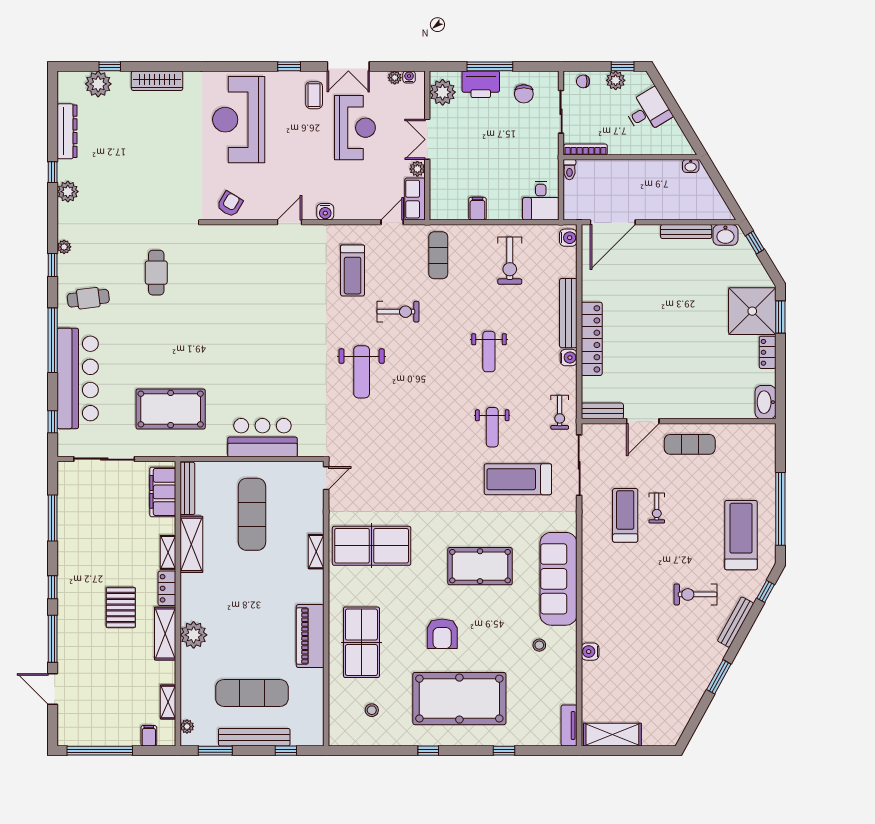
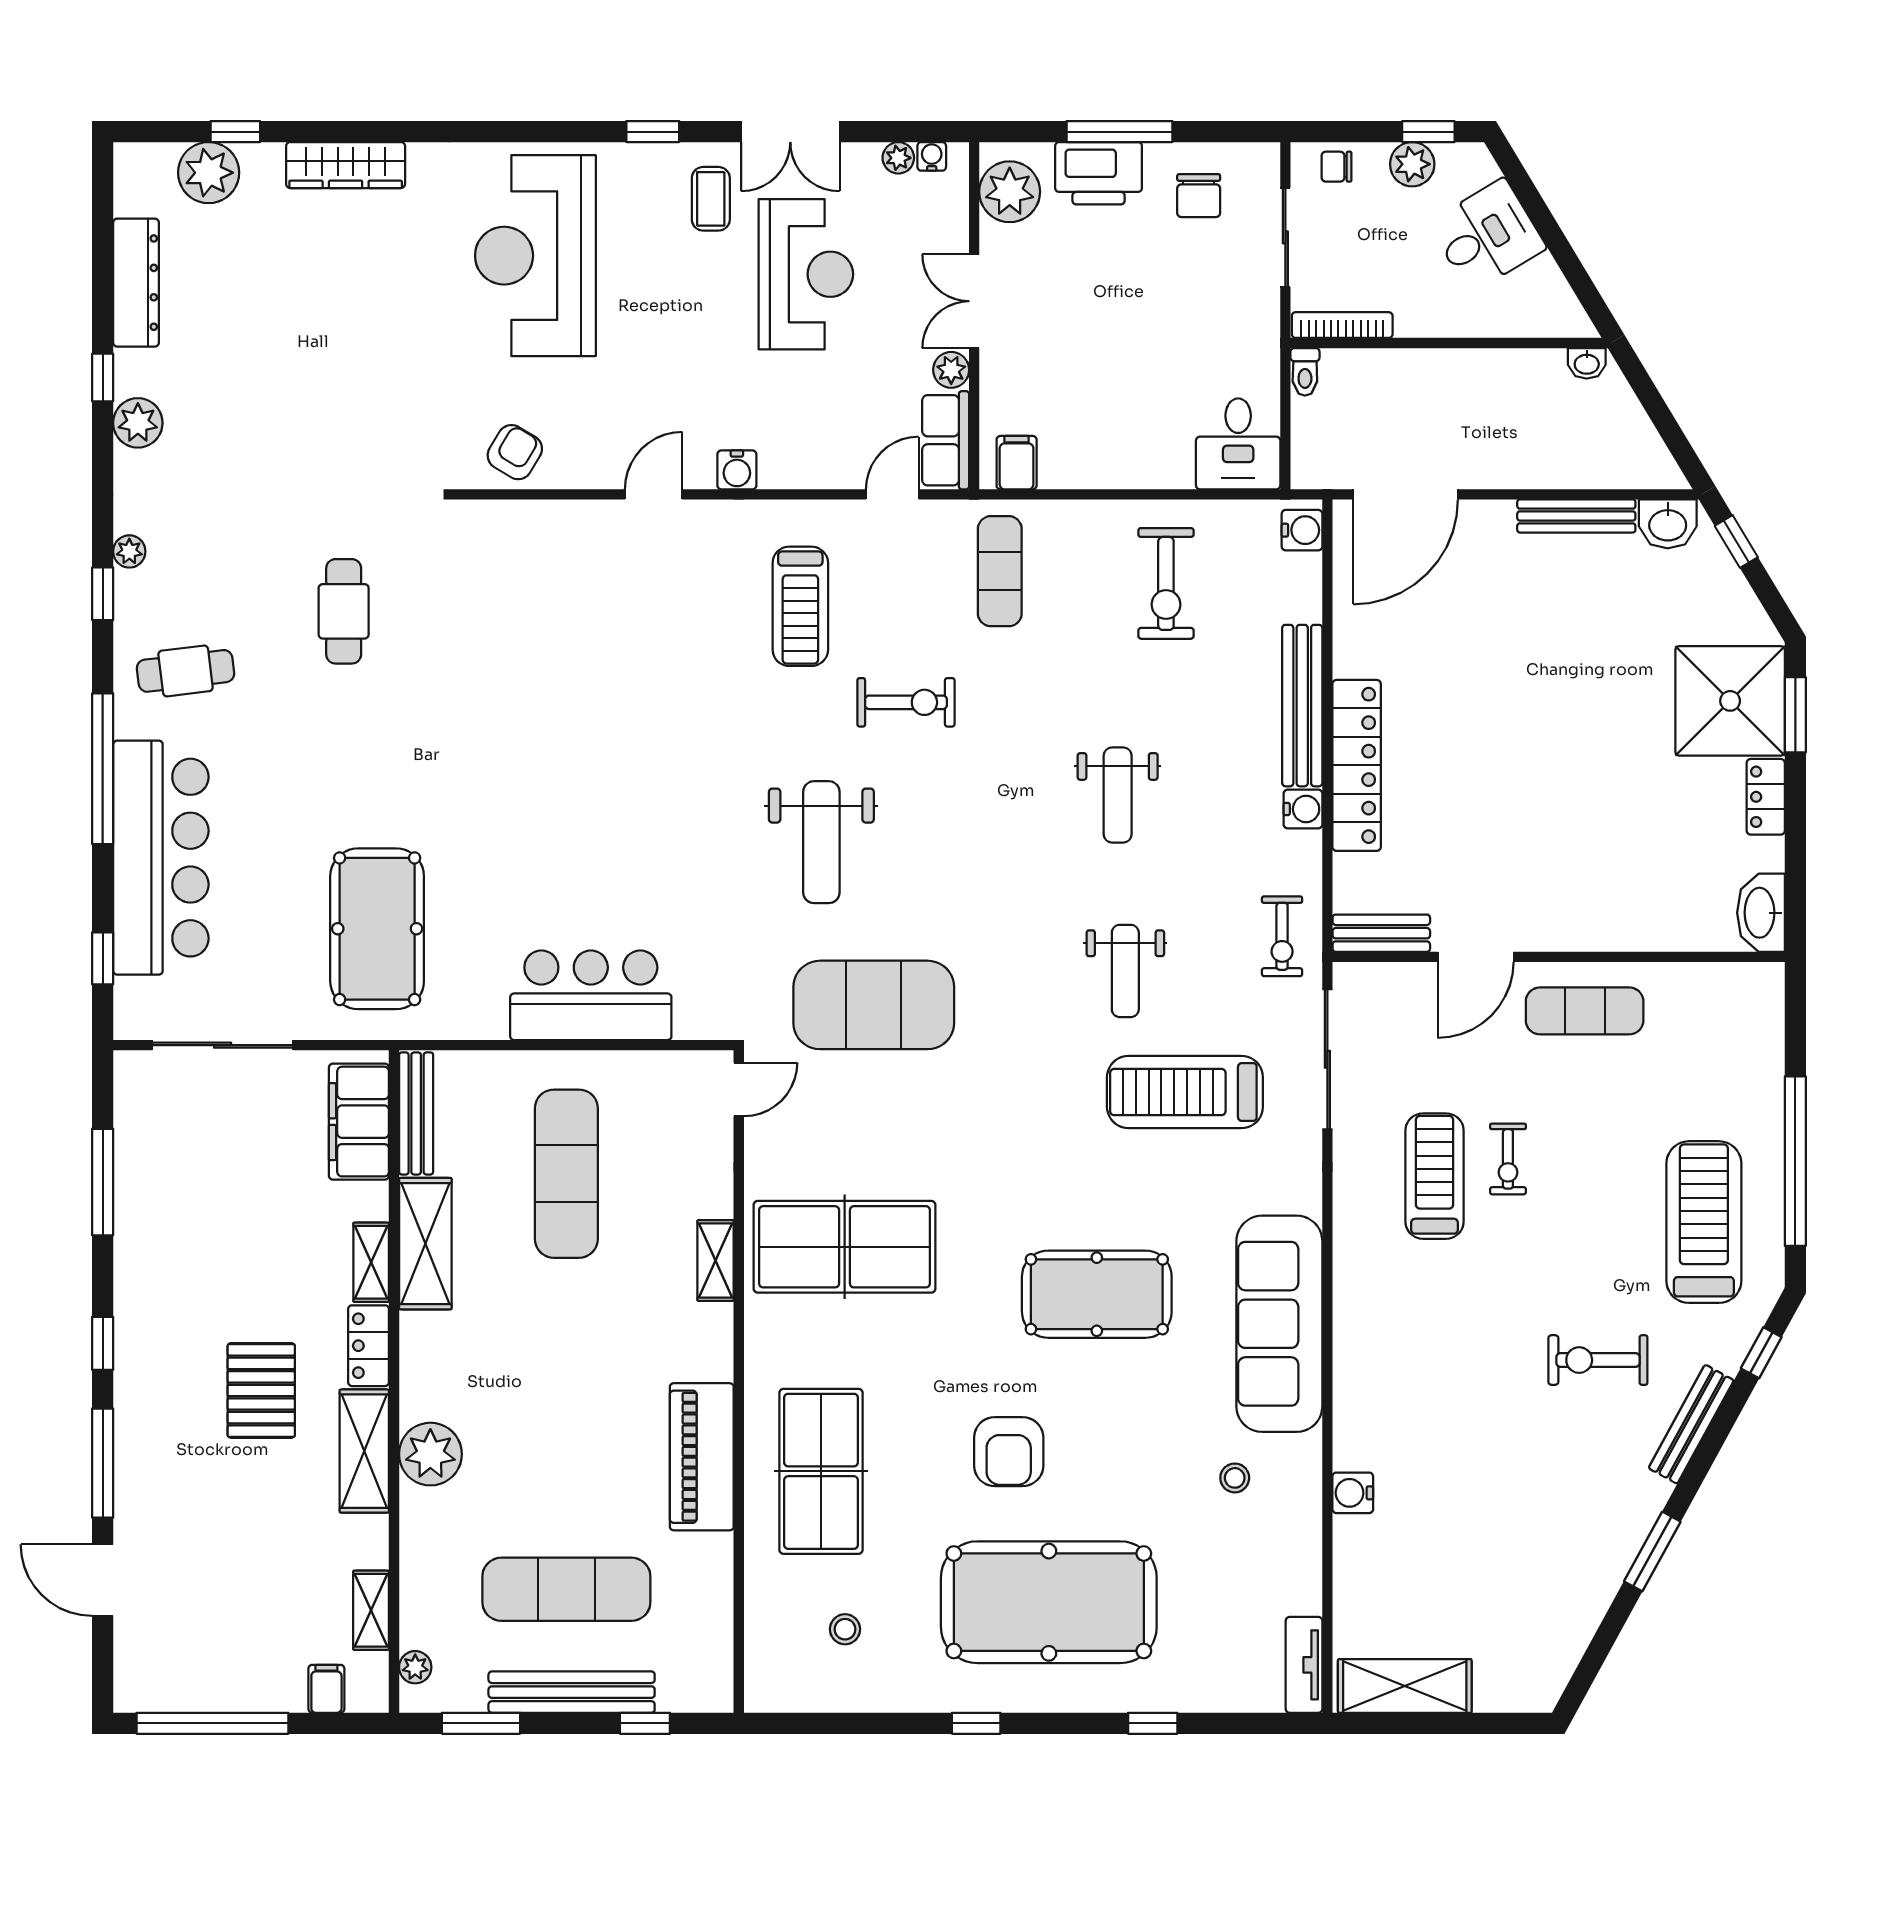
filing cabinet: (477, 209) -> (1017, 463), moved
pool table: (171, 409) -> (377, 929), turned 90
exercise mat: (384, 442) -> (874, 1005), added

